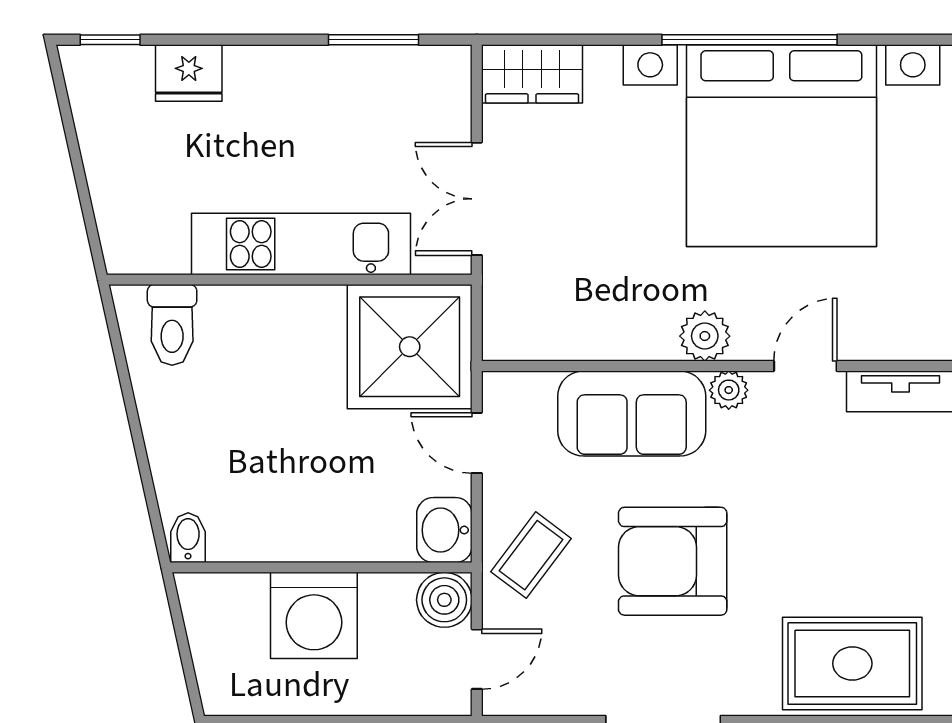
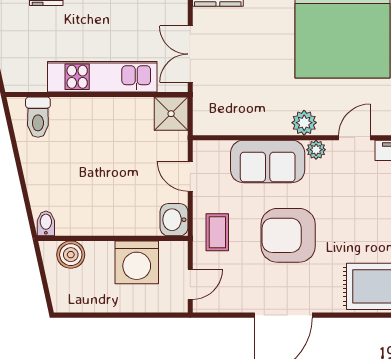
shower: (410, 347) -> (171, 114), width x0.54, depth x0.54
coffee table: (531, 555) -> (217, 232), turned -37
boiler: (444, 600) -> (71, 255), moved
washing machine: (314, 615) -> (137, 262), moved

